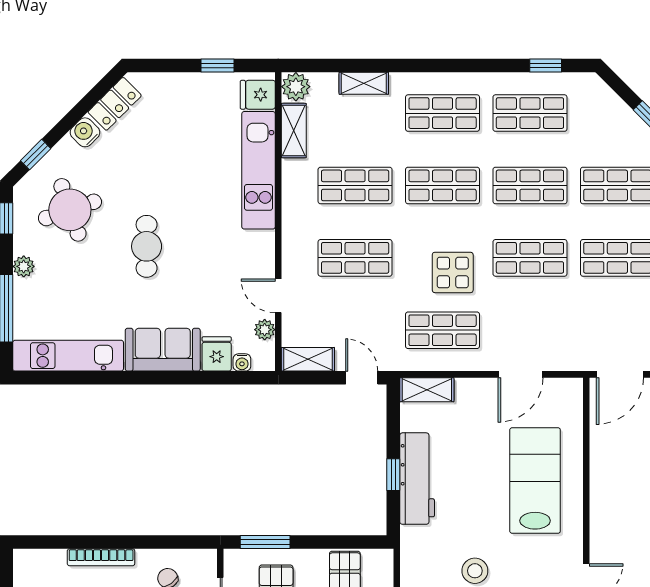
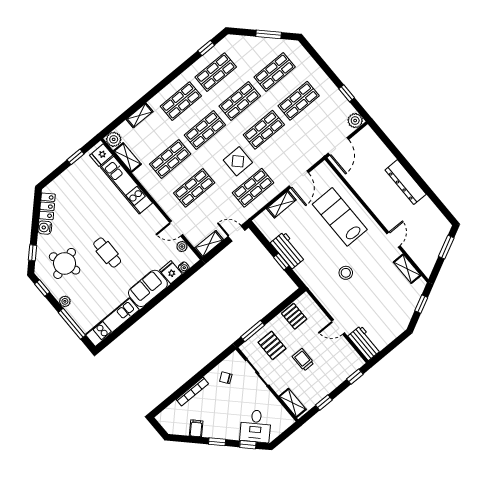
shelving: (427, 390) -> (281, 204), moved
workbench: (417, 479) -> (288, 250), width x0.73

